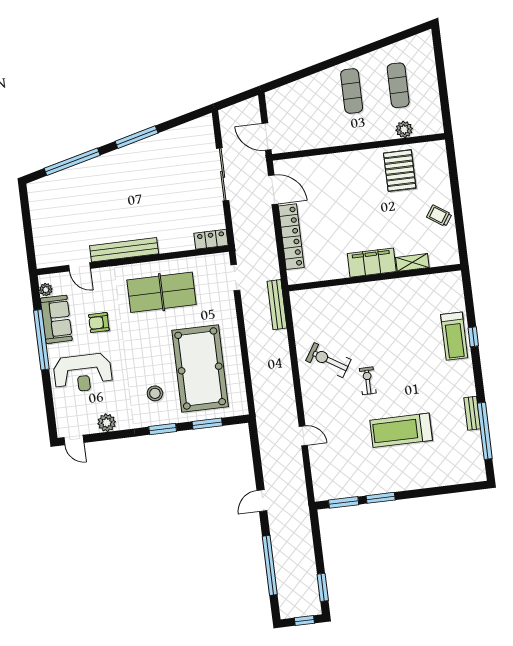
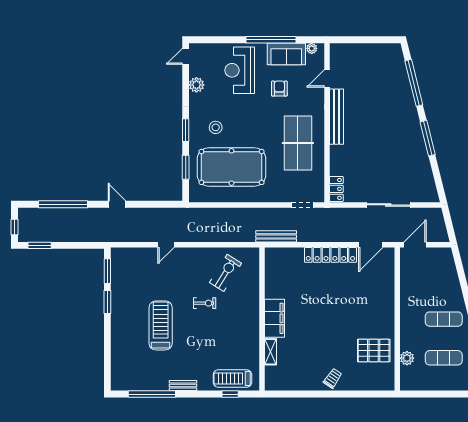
shelving: (412, 262) -> (271, 352), moved
filing cabinet: (372, 263) -> (275, 318), moved
wall: (375, 278) -> (262, 319), moved
bench: (472, 413) -> (183, 386), moved

